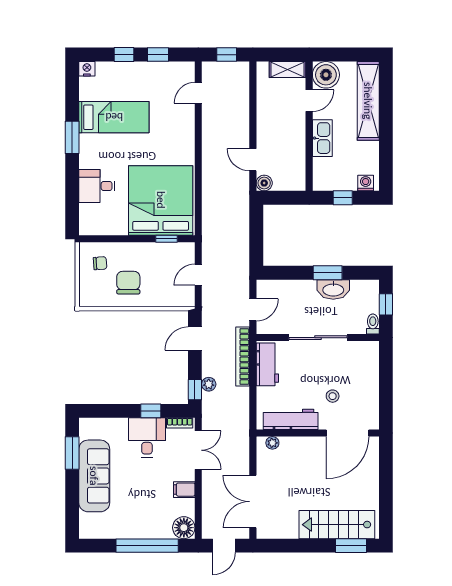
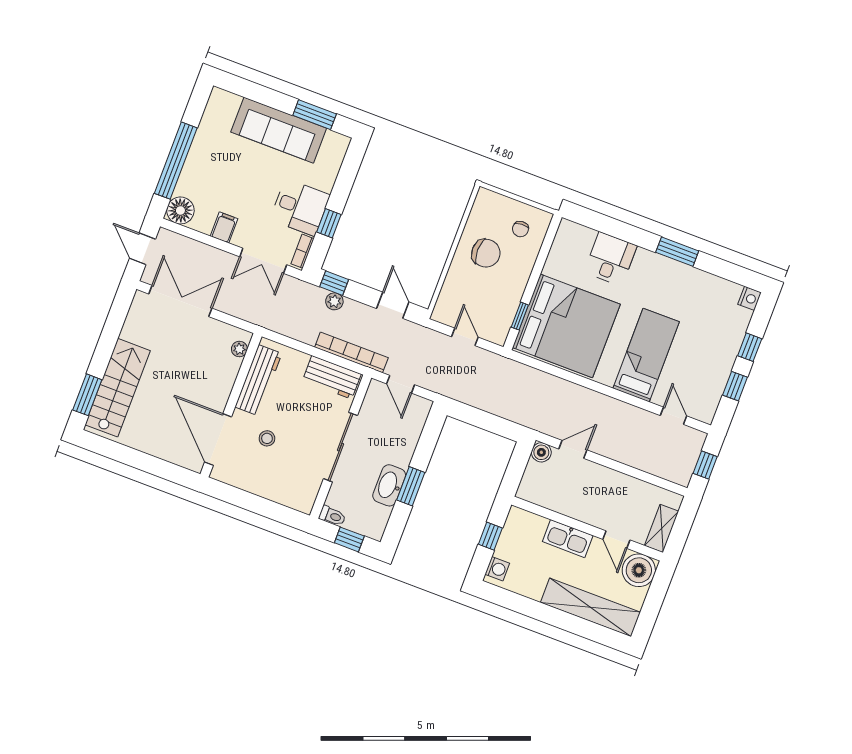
bed: (114, 117) -> (646, 355), moved, turned 180

